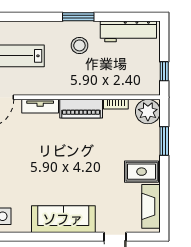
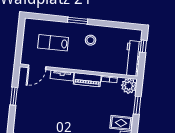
window: (78, 17) -> (78, 21), moved
workbench: (128, 31) -> (133, 58), moved, turned 90
window: (164, 71) -> (143, 46), moved

